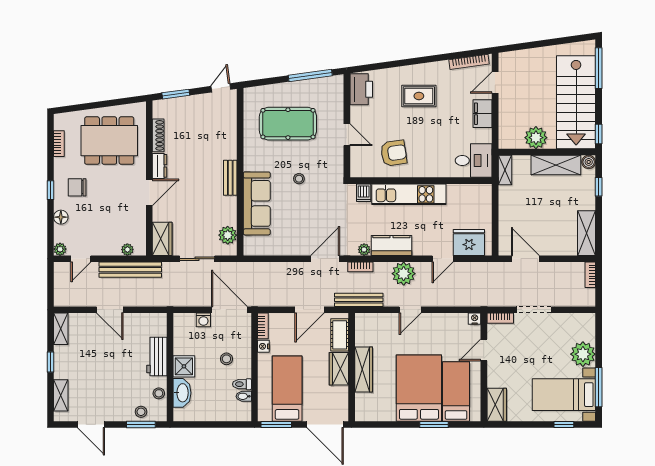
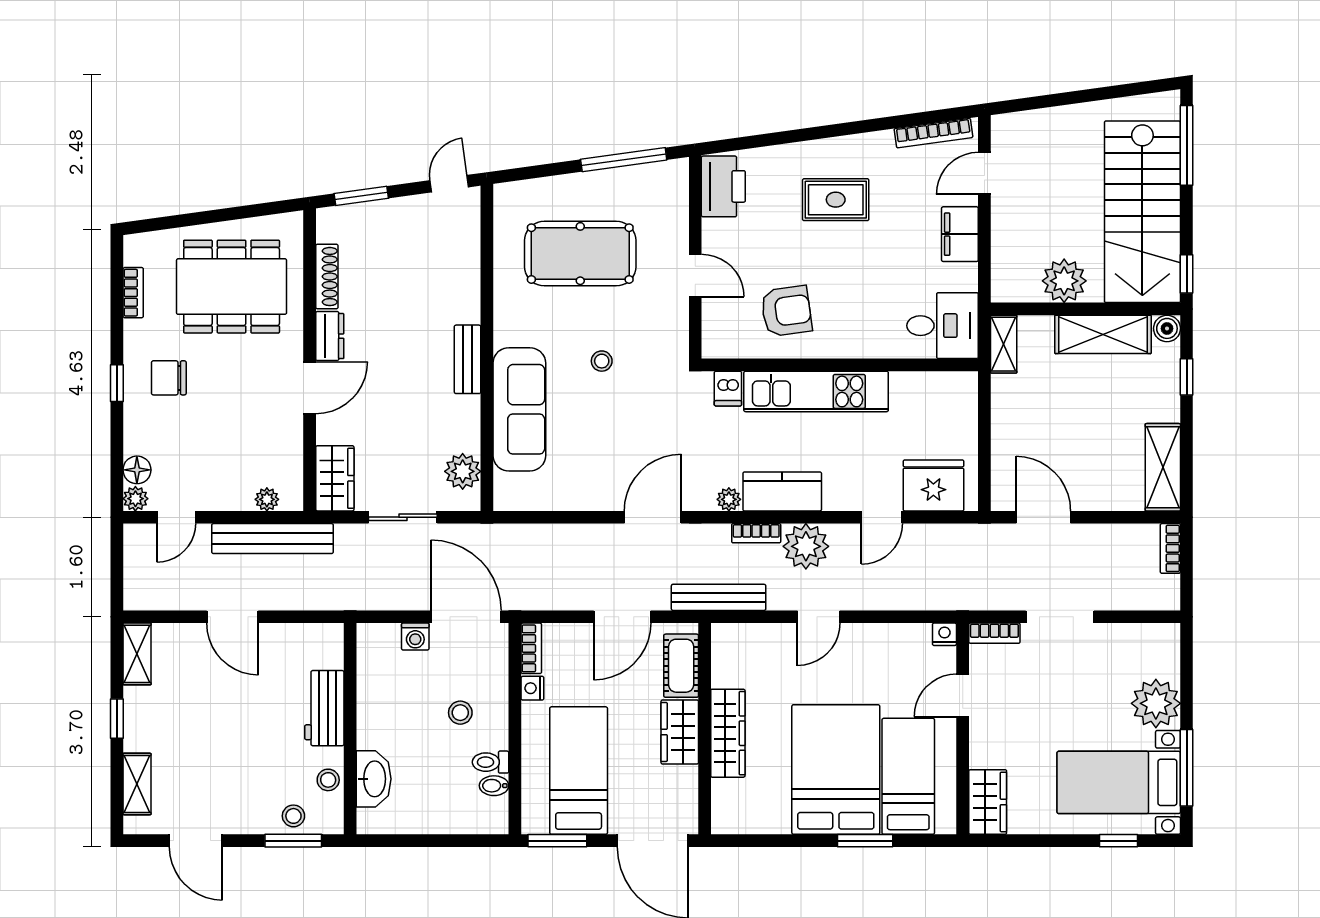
floor lamp: (61, 217) -> (137, 470), moved
bookcase: (360, 267) -> (756, 533), moved
shower: (184, 366) -> (377, 727), removed

